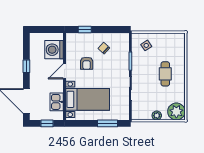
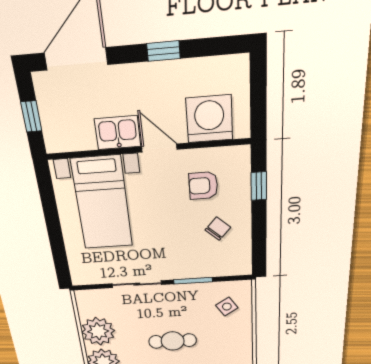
armchair: (87, 63) -> (203, 186), moved
kitchen sink: (57, 102) -> (118, 133), moved
plant: (157, 116) -> (98, 331), width x1.88, depth x1.88
window: (107, 123) -> (58, 247), removed

